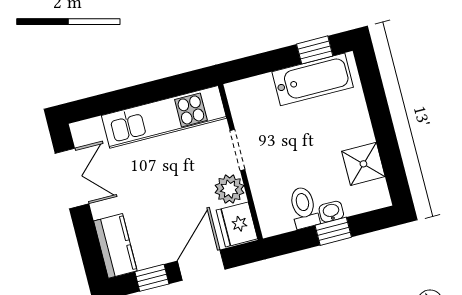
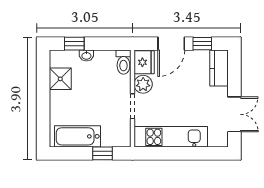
window: (315, 50) -> (103, 153), moved
double door: (72, 178) -> (234, 114), swing flipped
toilet: (304, 207) -> (123, 62), moved
window: (333, 231) -> (74, 44), moved

